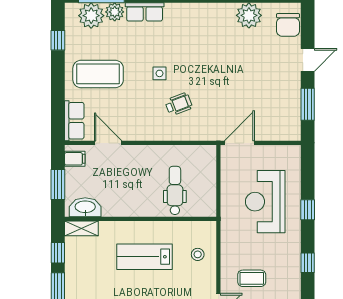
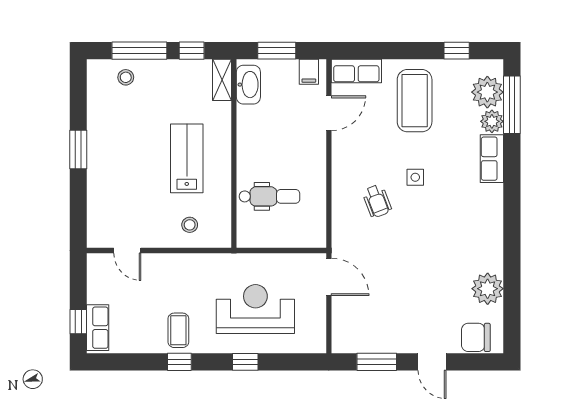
coffee table: (252, 278) -> (178, 330), moved

